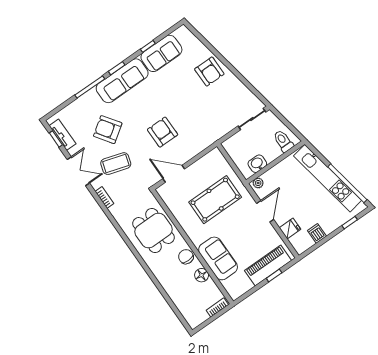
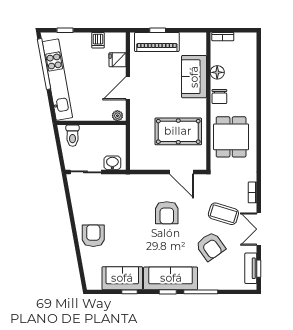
washbasin: (257, 164) -> (112, 163), moved, turned 180
pool table: (215, 200) -> (178, 131), moved

